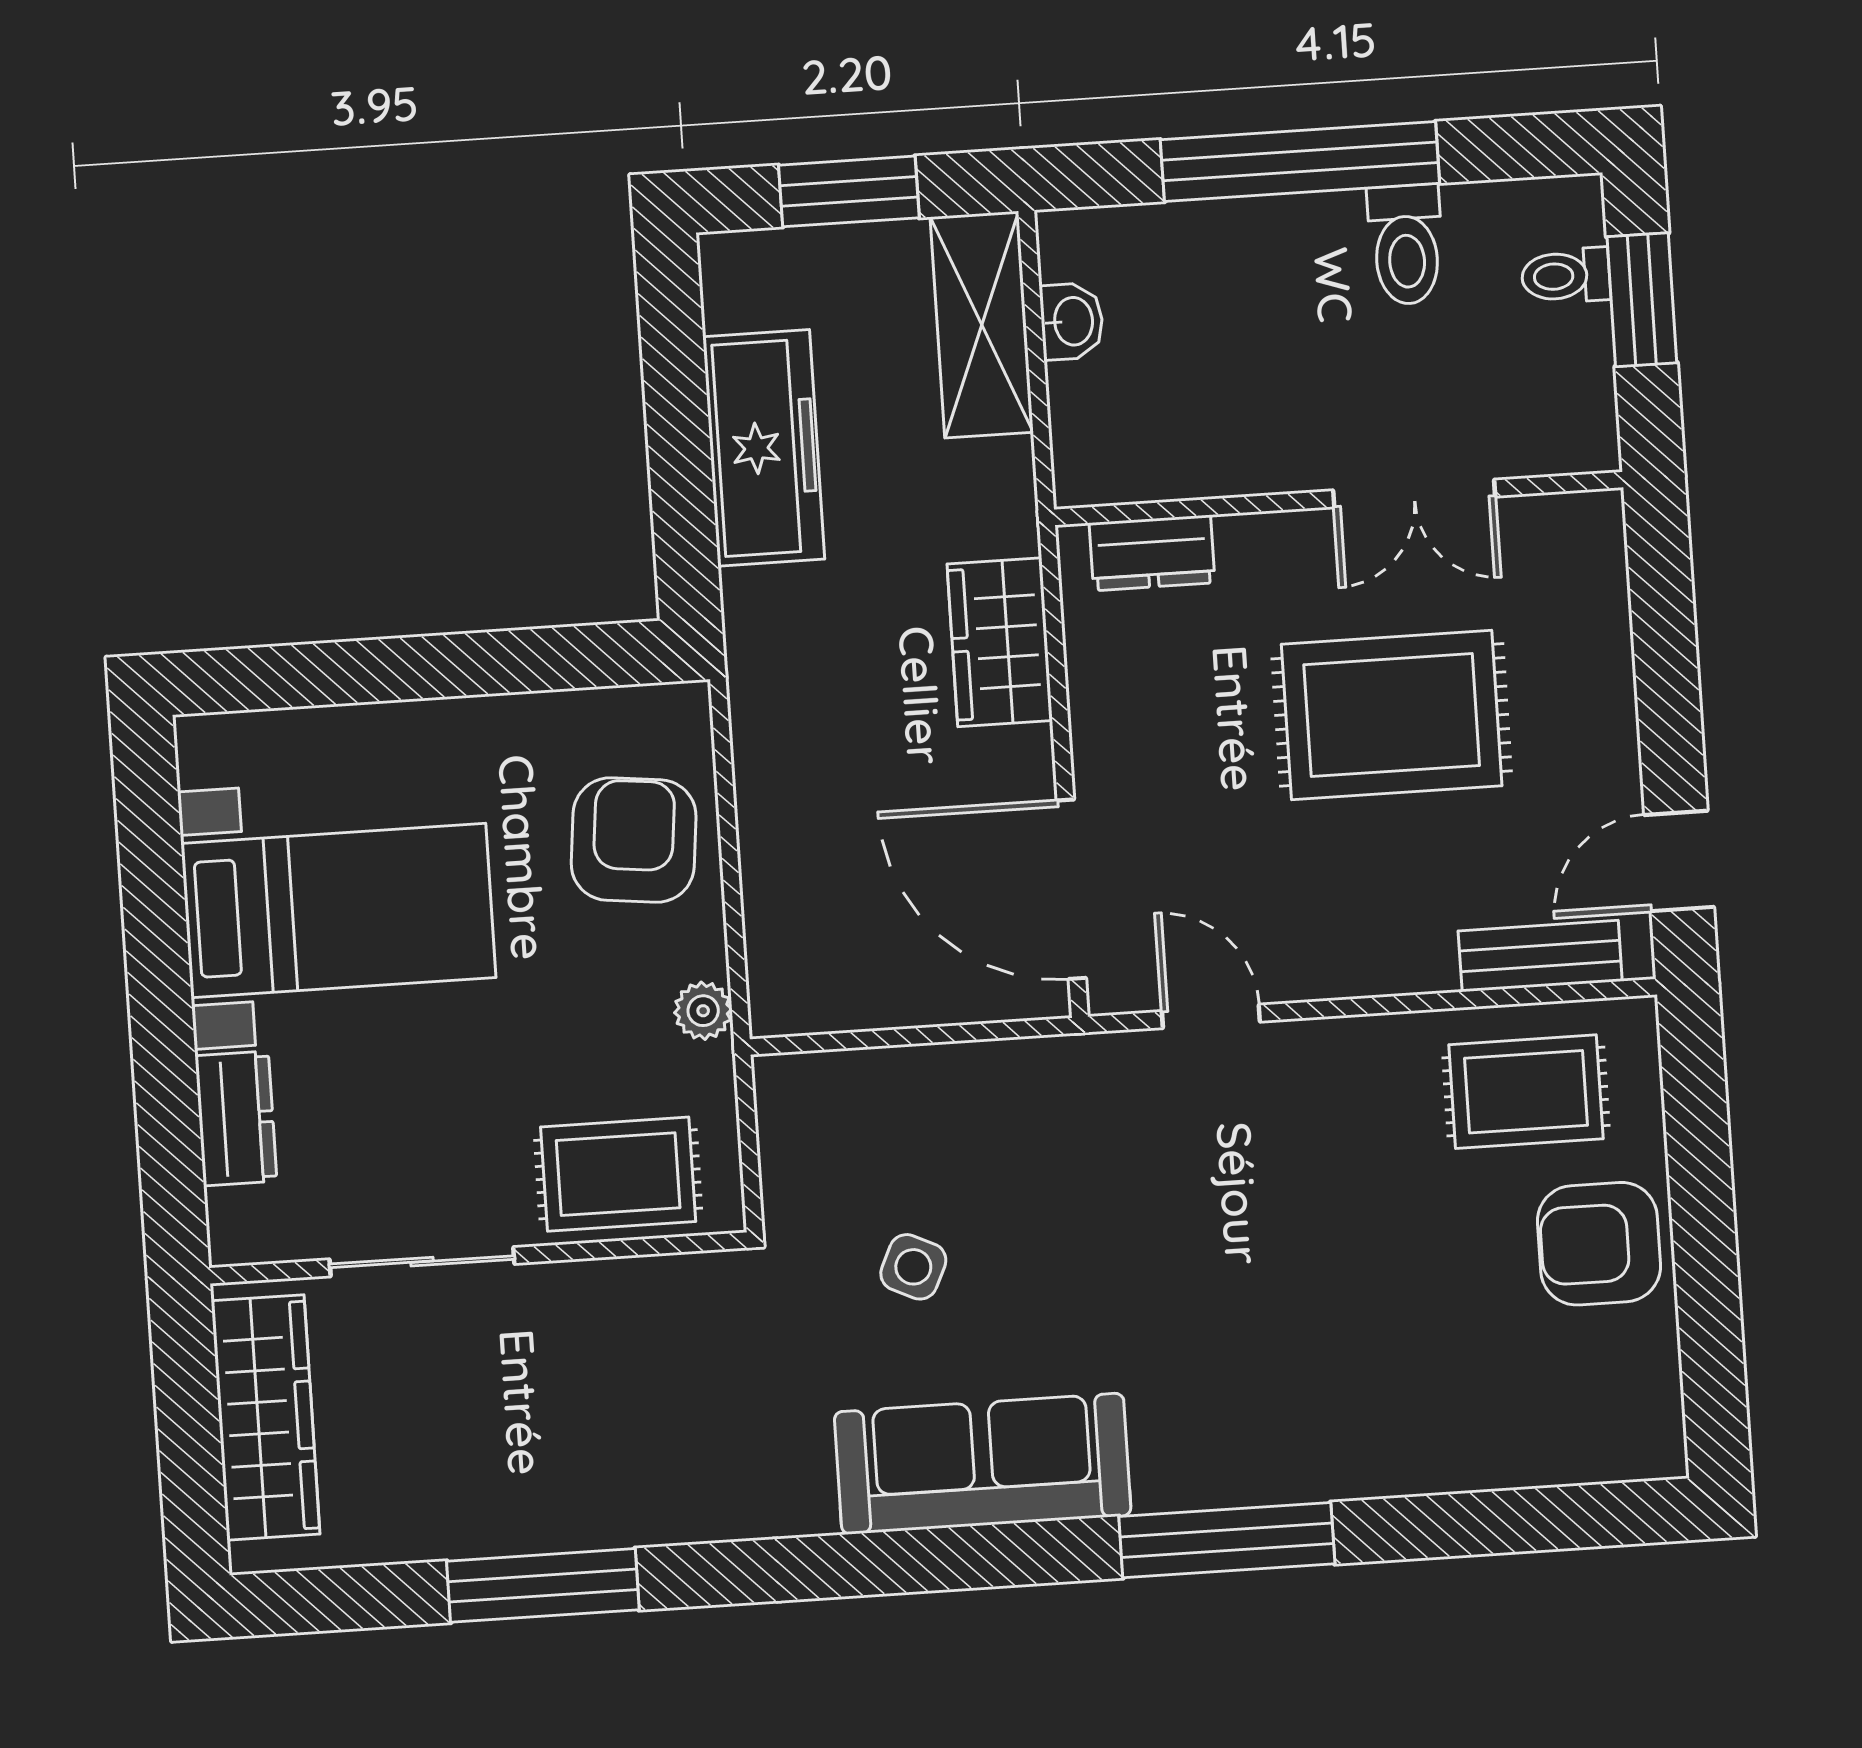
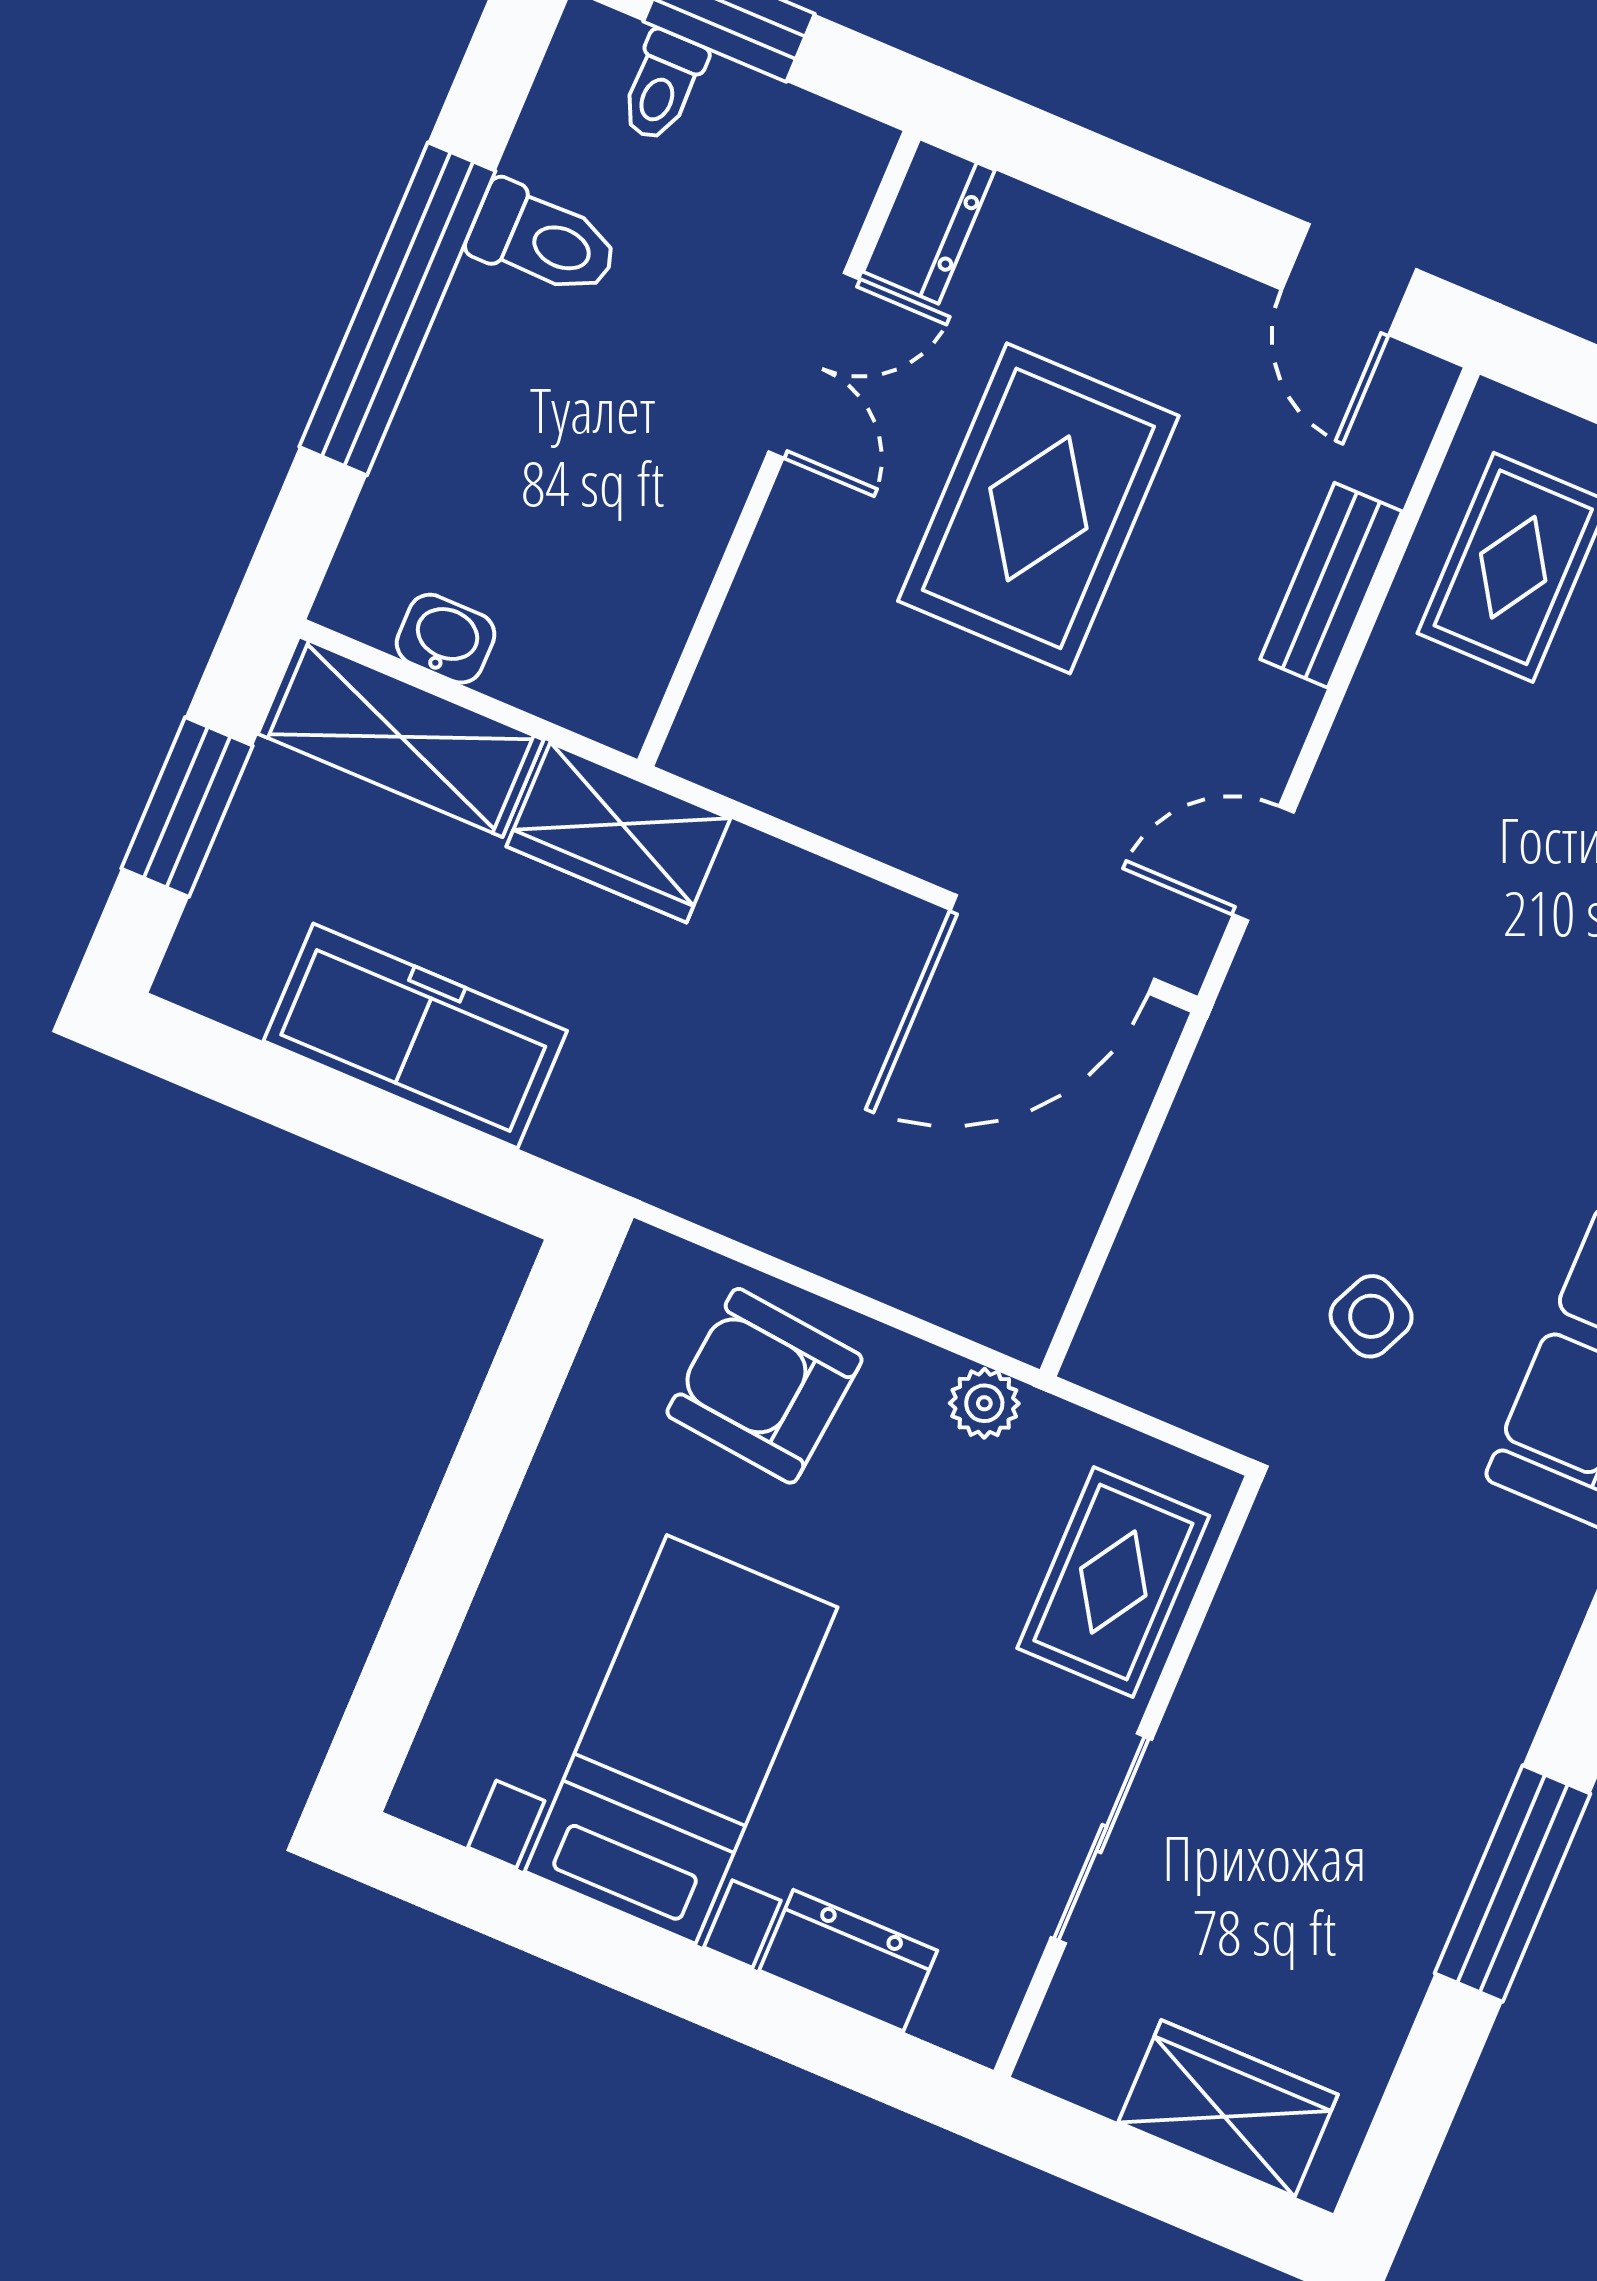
dresser: (1152, 553) -> (929, 221), moved
wardrobe: (1000, 642) -> (618, 832), moved
bench: (1540, 956) -> (1331, 585), moved
wardrobe: (265, 1417) -> (1228, 2108), width x0.67

